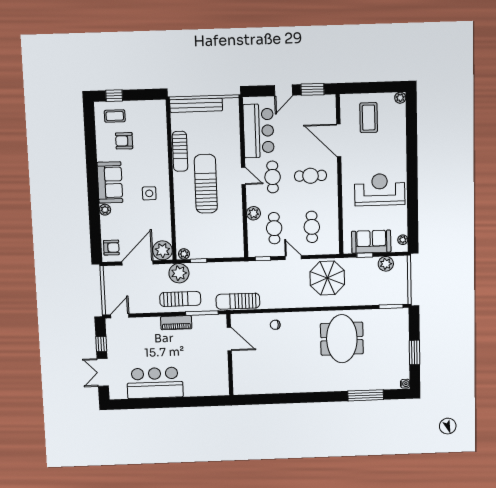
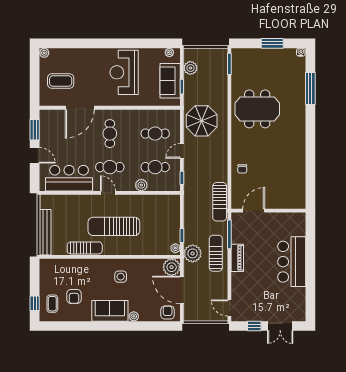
door: (243, 176) -> (108, 193), hinge flipped
bar counter: (155, 383) -> (292, 262), moved

